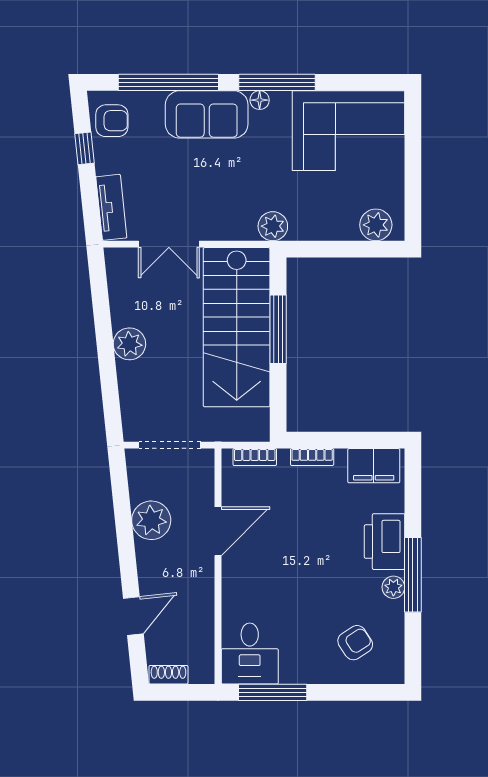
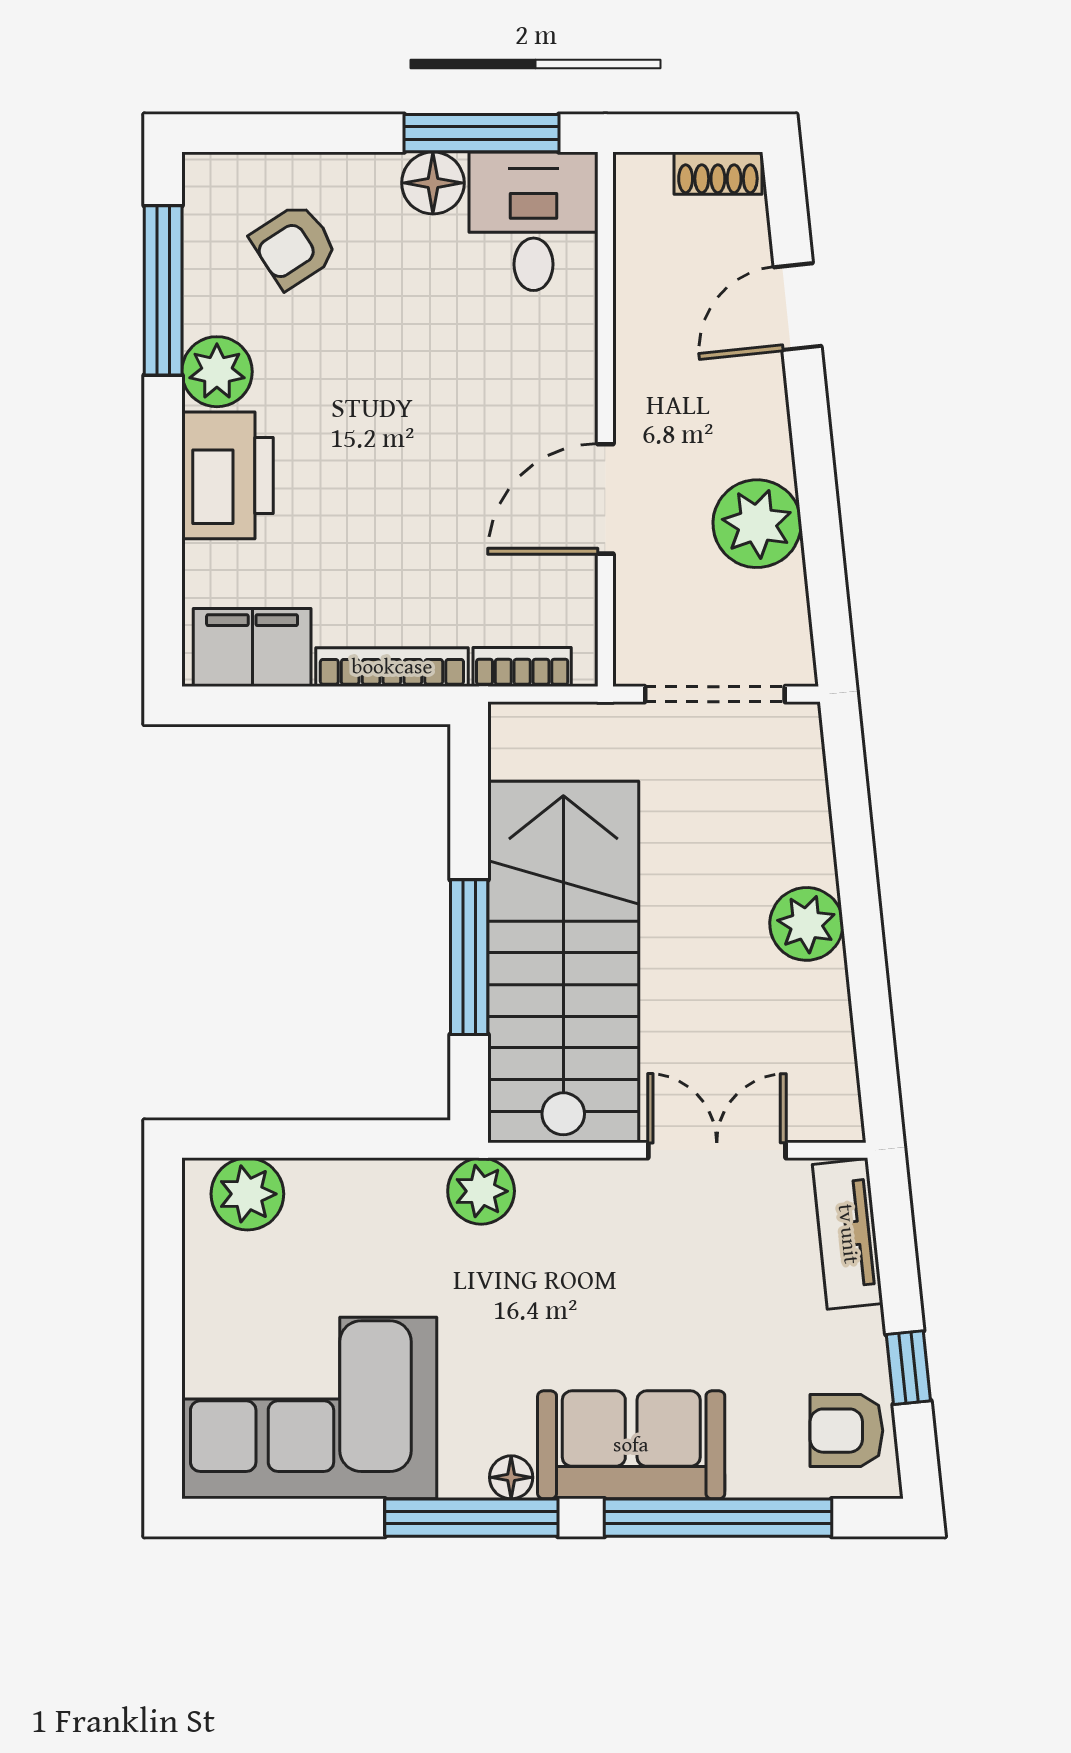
bookcase: (312, 457) -> (392, 667), width x1.56
window: (413, 575) -> (163, 290), moved
plant: (393, 587) -> (217, 372), width x1.38, depth x1.38
floor lamp: (294, 670) -> (433, 183), added

